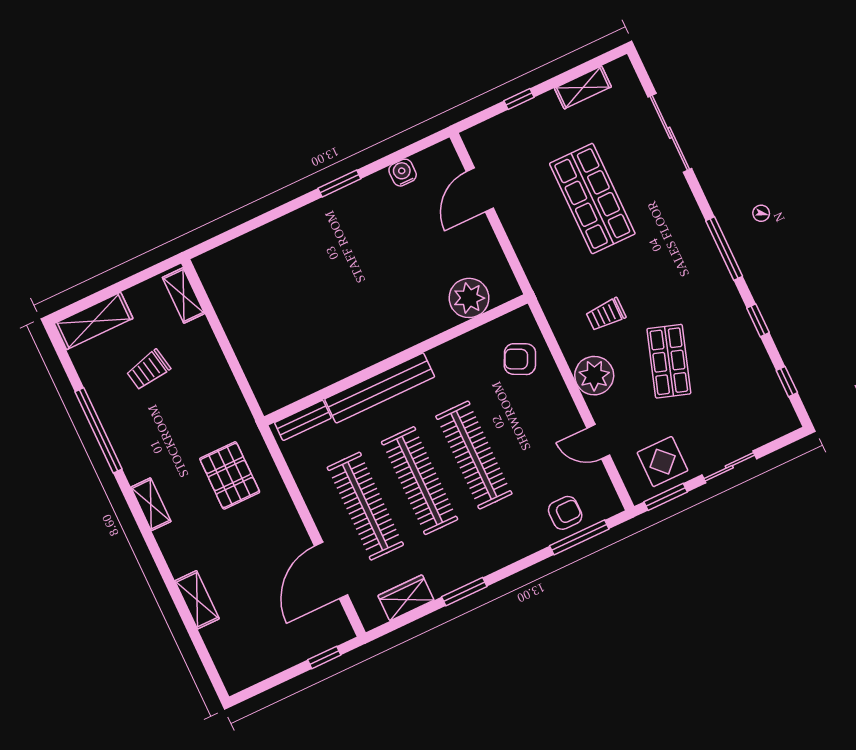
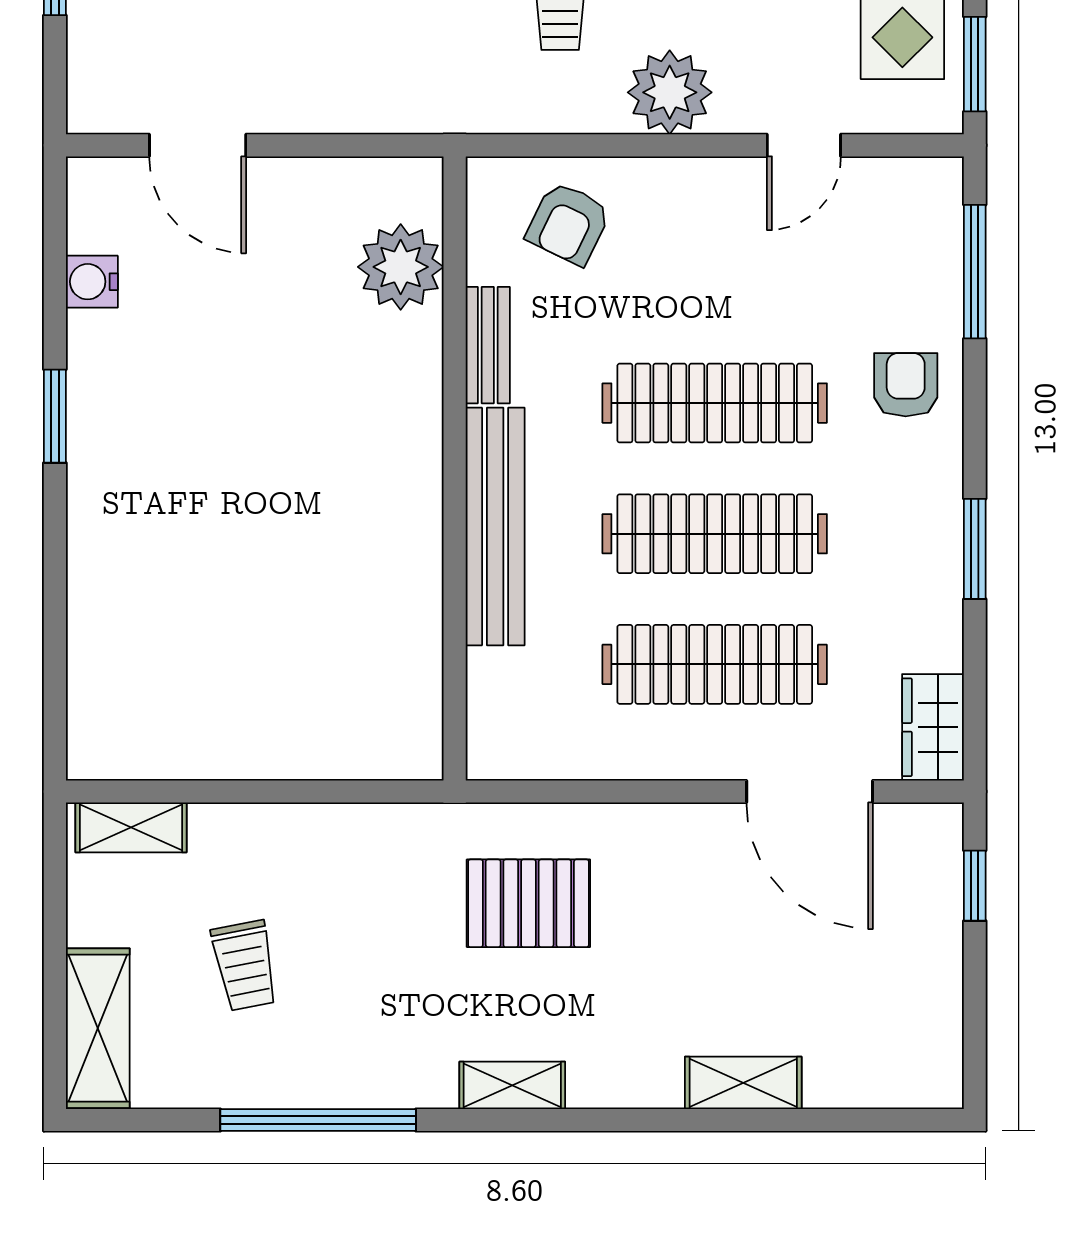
bench: (303, 420) -> (488, 345), moved
armchair: (565, 513) -> (906, 385), moved
wardrobe: (406, 598) -> (933, 727), moved

